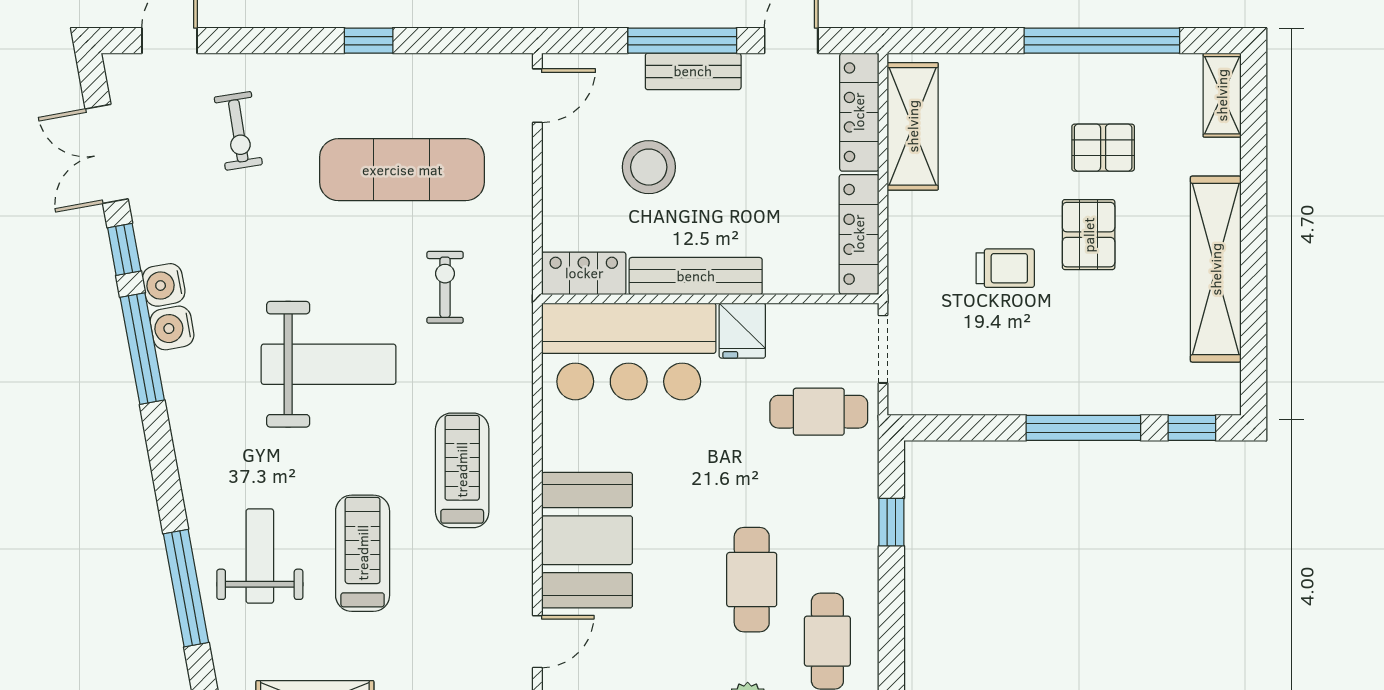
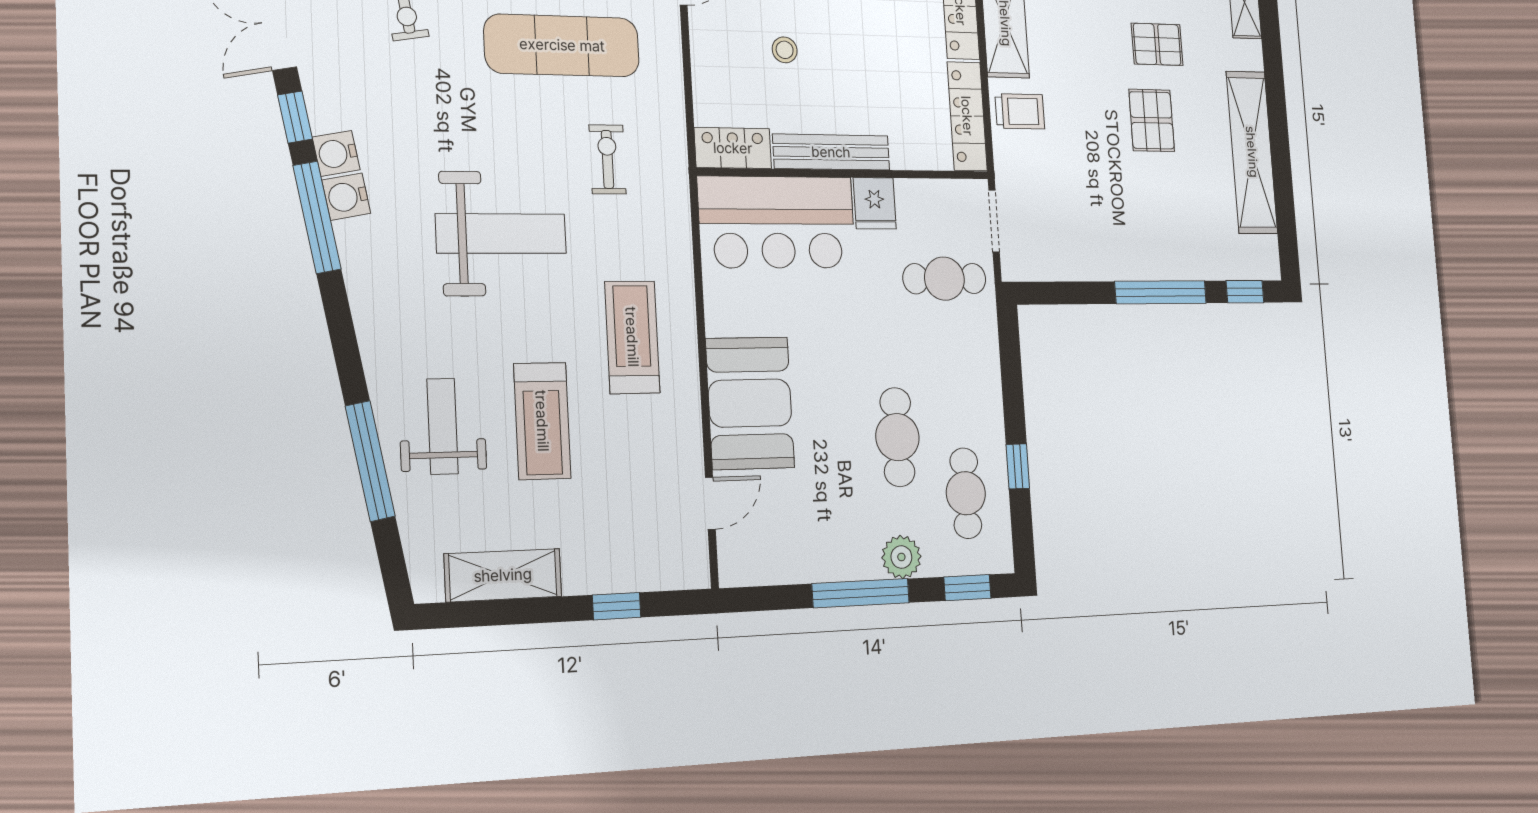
stool: (649, 167) -> (785, 50), width x0.53, depth x0.53
trolley: (1005, 268) -> (1020, 111), moved
window: (891, 522) -> (1018, 466), moved
treadmill: (363, 553) -> (542, 421), turned 180

